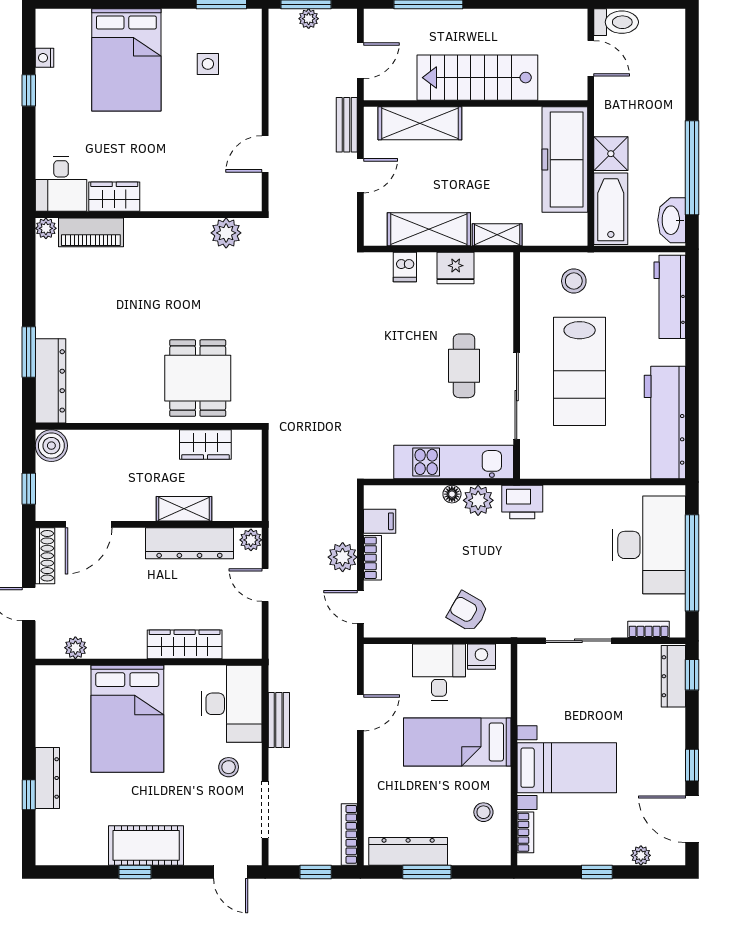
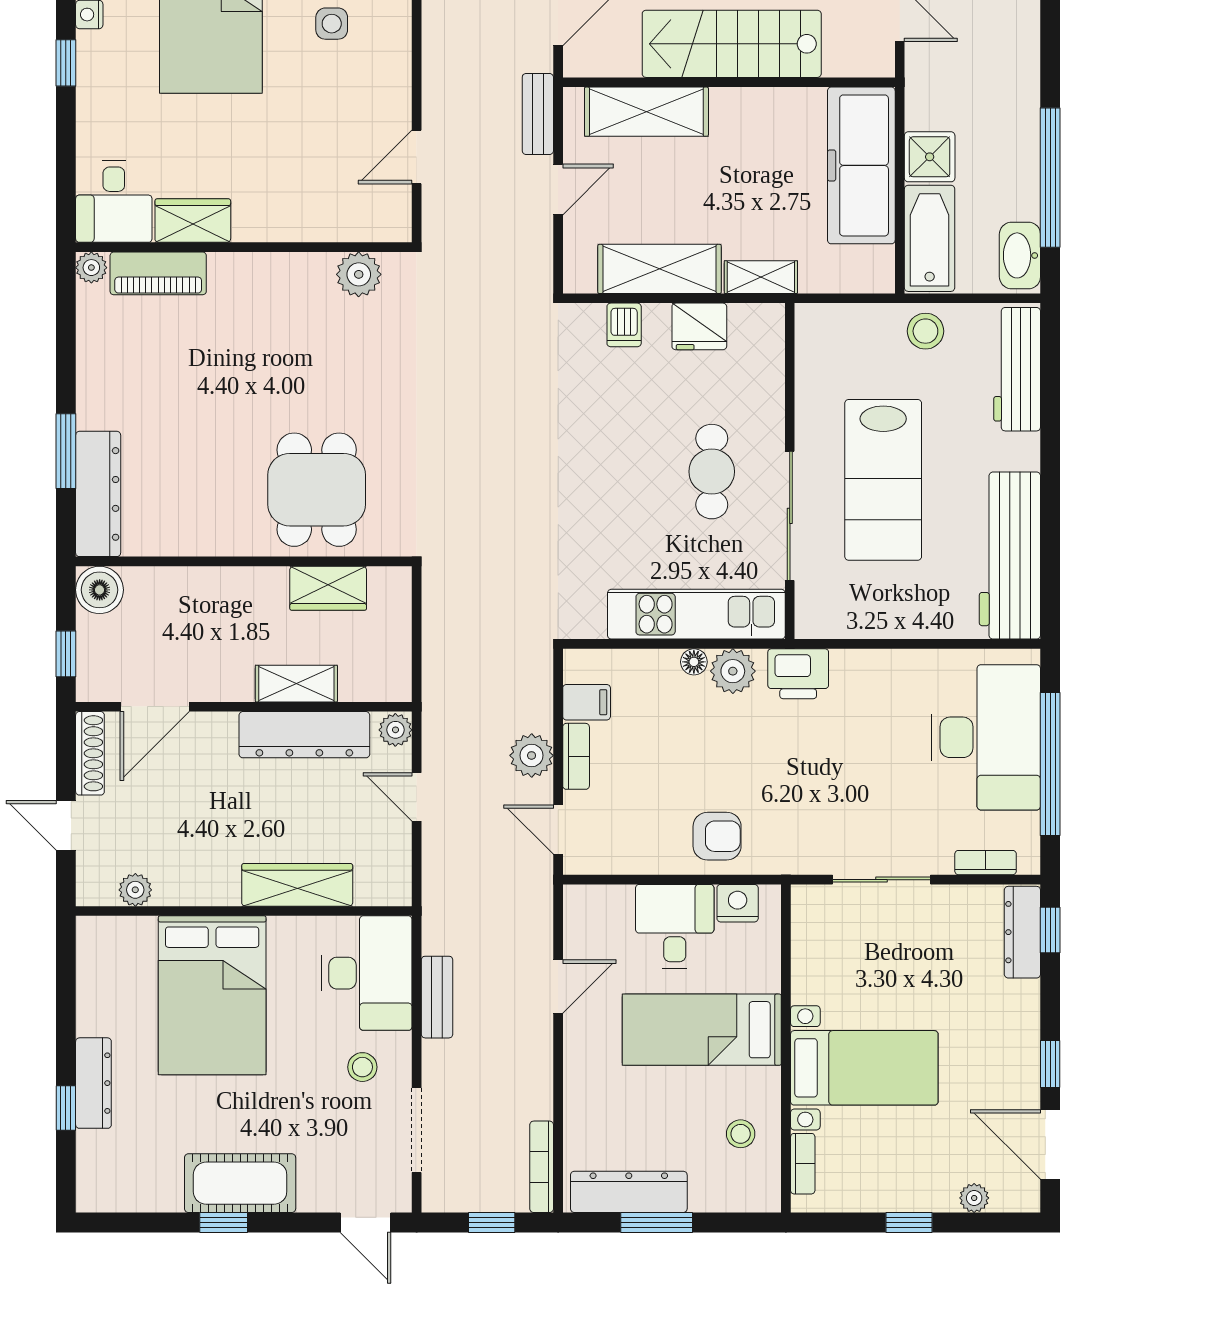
stool: (574, 281) -> (925, 331), moved
armchair: (468, 612) -> (717, 836), turned 150

